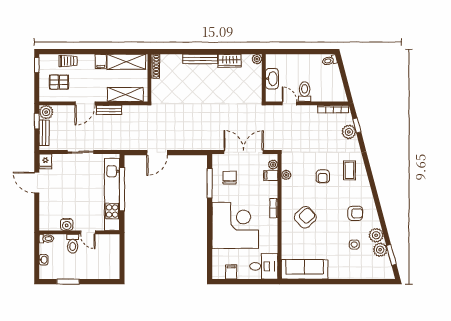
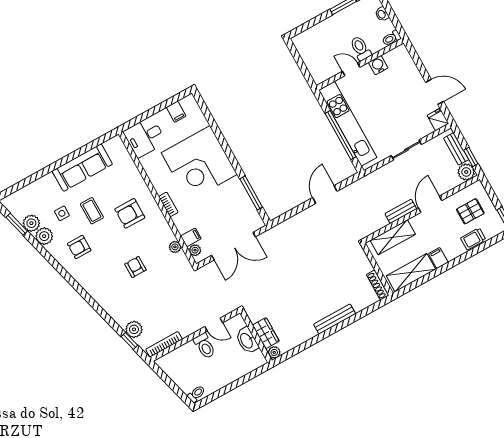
wardrobe: (230, 61) -> (266, 333), moved, turned 90
coffee table: (349, 170) -> (92, 211), moved
chair: (230, 178) -> (233, 211), removed
armchair: (305, 217) -> (130, 213), turned 43
sofa: (305, 269) -> (82, 168), moved

